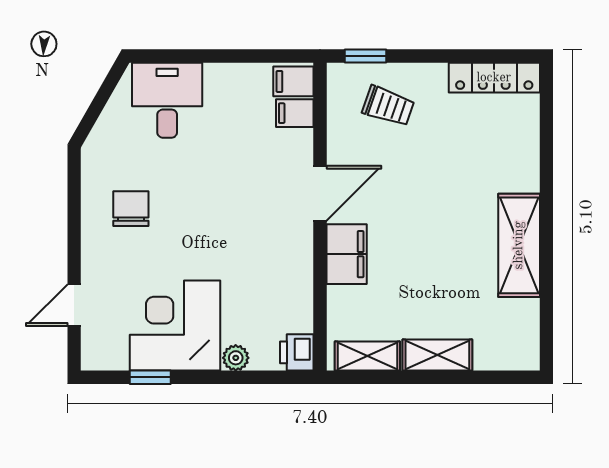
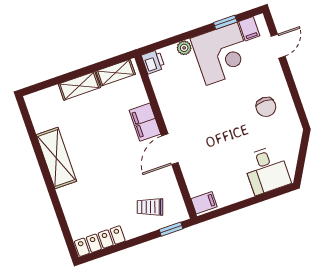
filing cabinet: (295, 113) -> (249, 29), moved, turned 90

